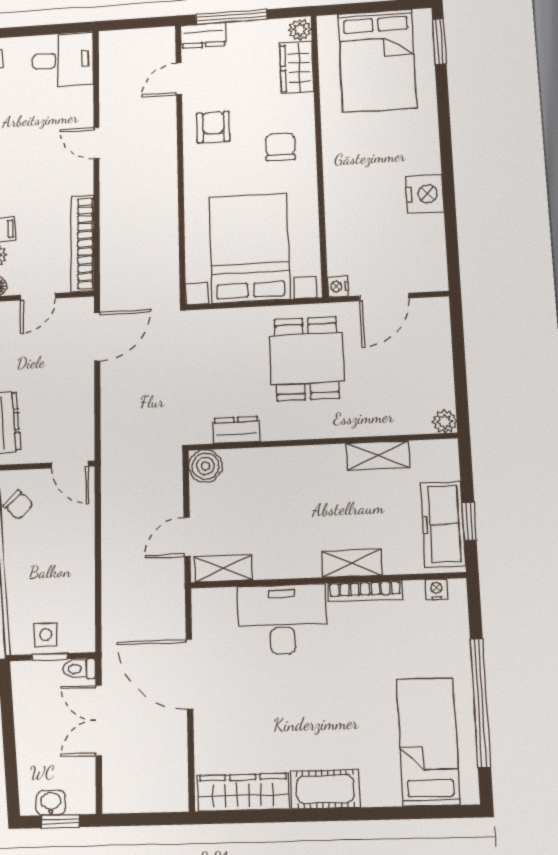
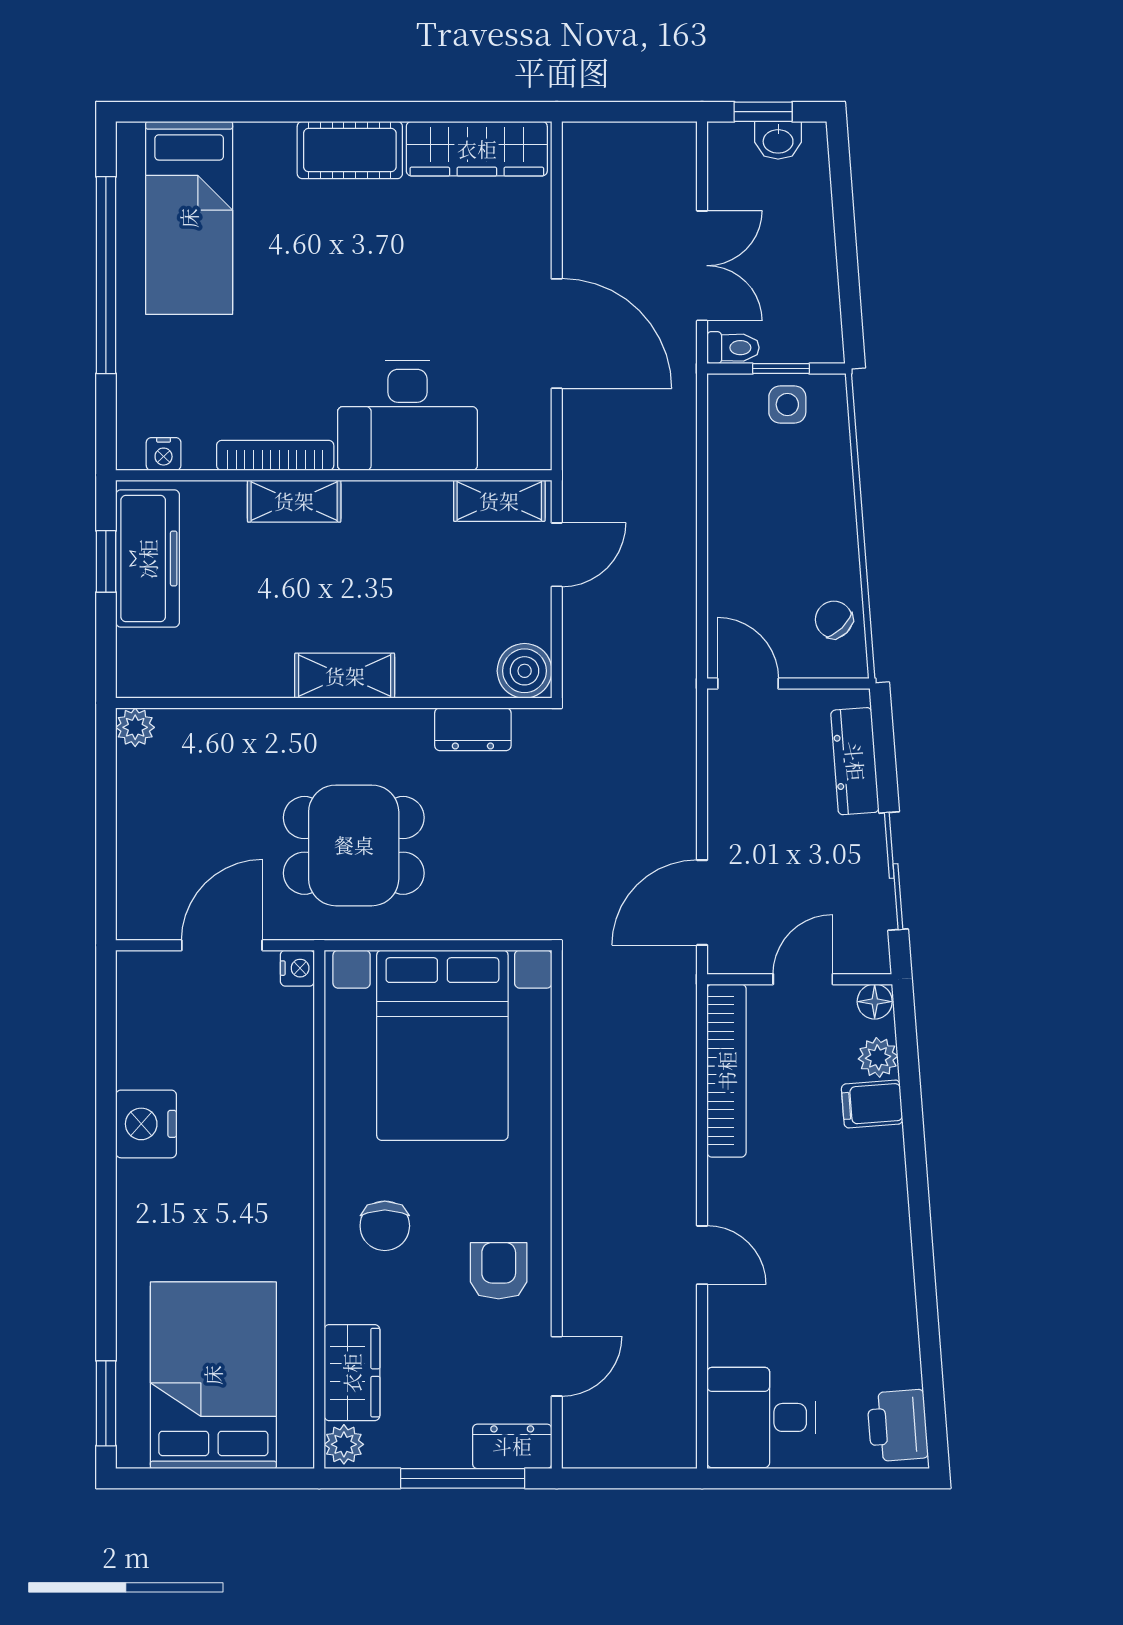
armchair: (213, 127) -> (499, 1271), turned 180
dining table: (307, 359) -> (354, 845), turned 90
shelving: (378, 455) -> (345, 676), moved

